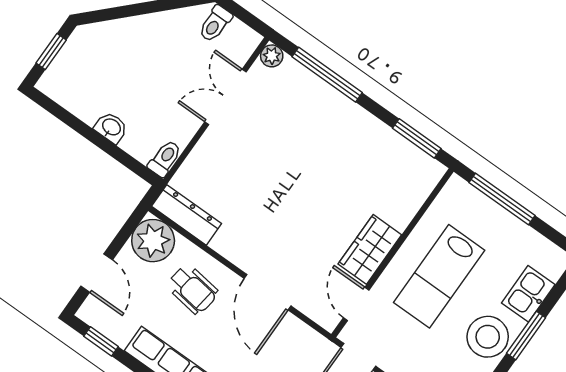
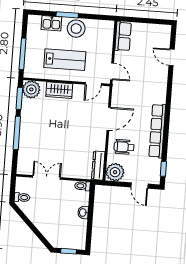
plant: (272, 56) -> (31, 89), moved, width x1.88, depth x1.88
window: (327, 75) -> (17, 133), moved
double door: (226, 97) -> (46, 177), swing flipped
wardrobe: (370, 249) -> (59, 90), moved
door: (97, 273) -> (139, 186), swing flipped
wheelchair: (192, 289) -> (124, 147), turned -98

